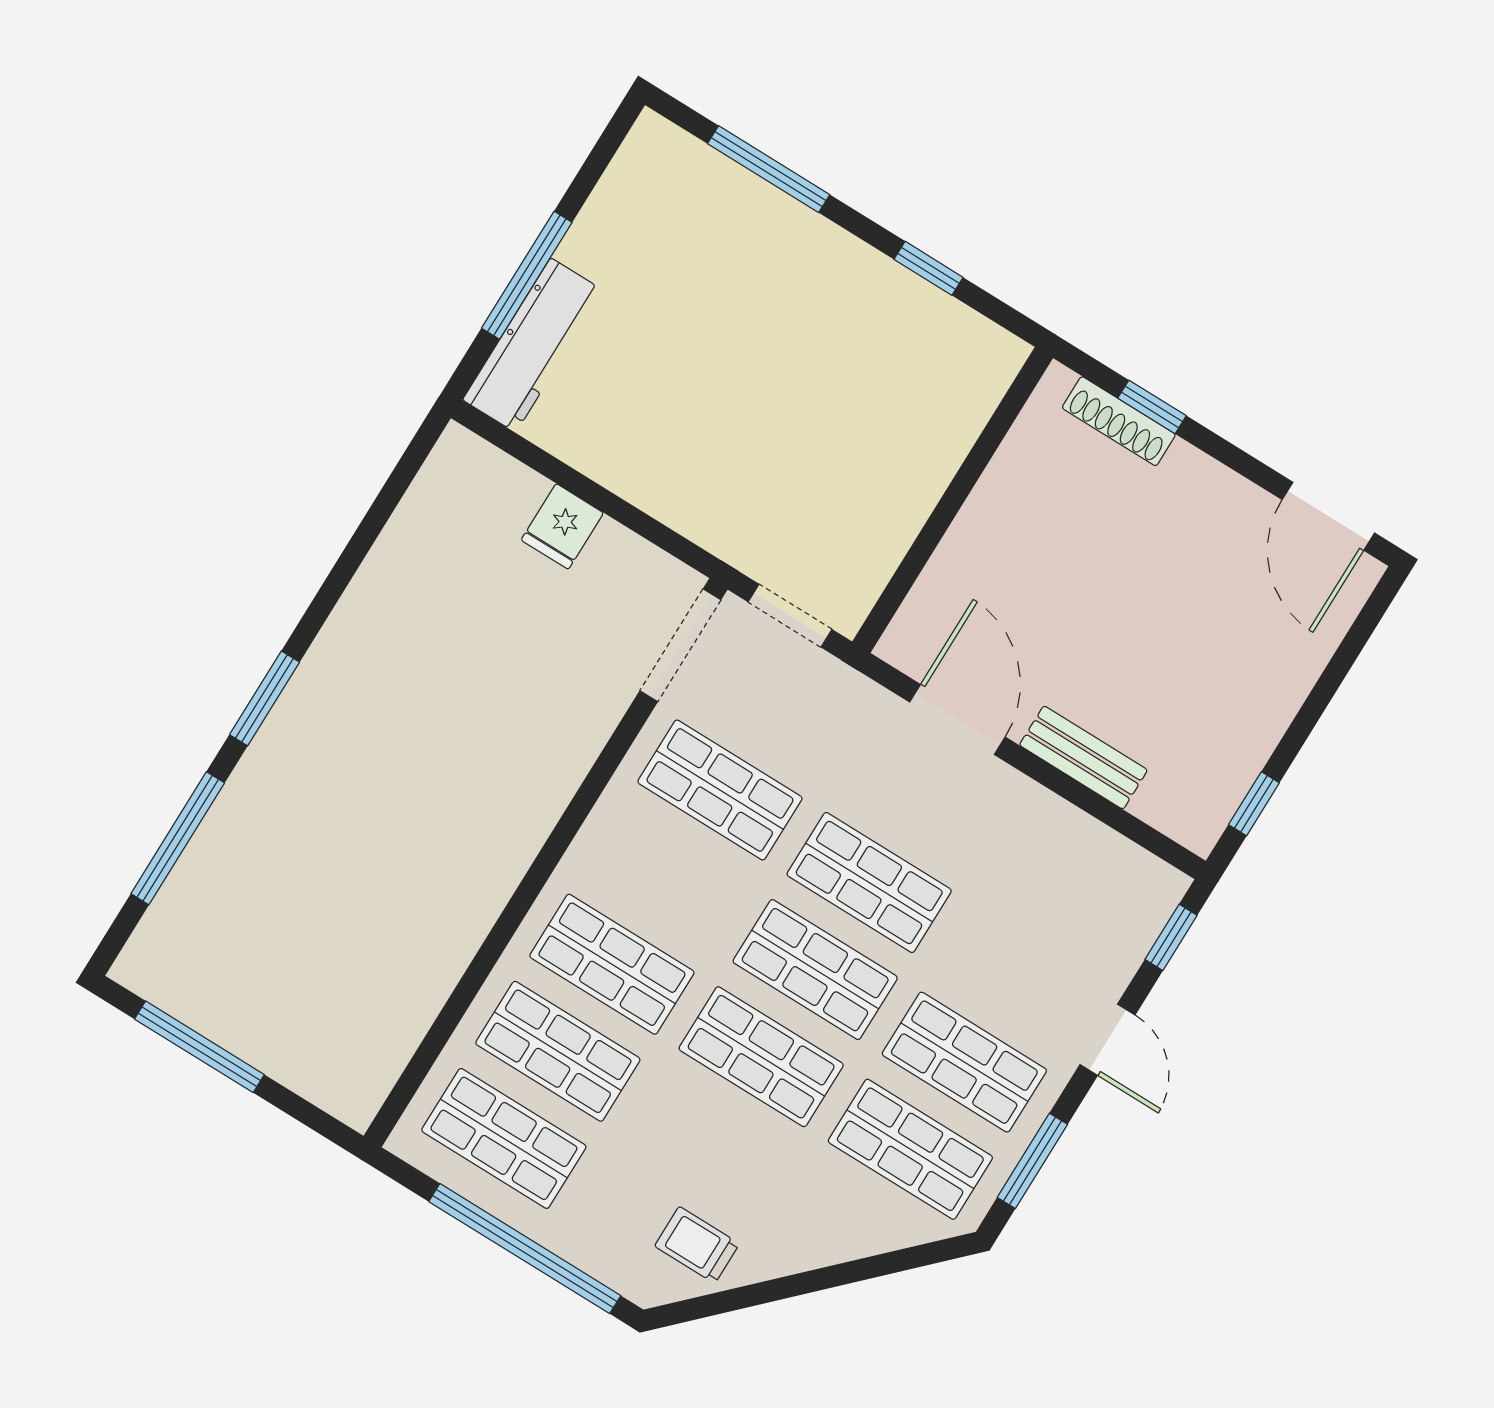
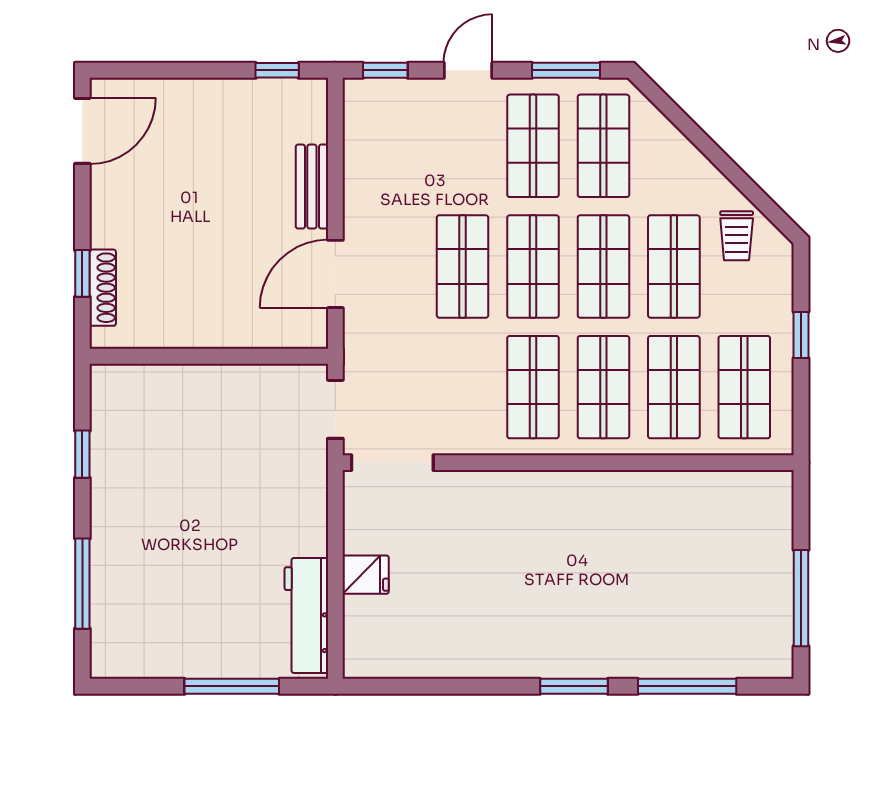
workbench: (533, 345) -> (306, 615), moved, turned -90
shop shelf: (720, 790) -> (533, 387), moved
shop shelf: (707, 1144) -> (674, 266), added
window: (525, 1249) -> (801, 335), width x0.32

